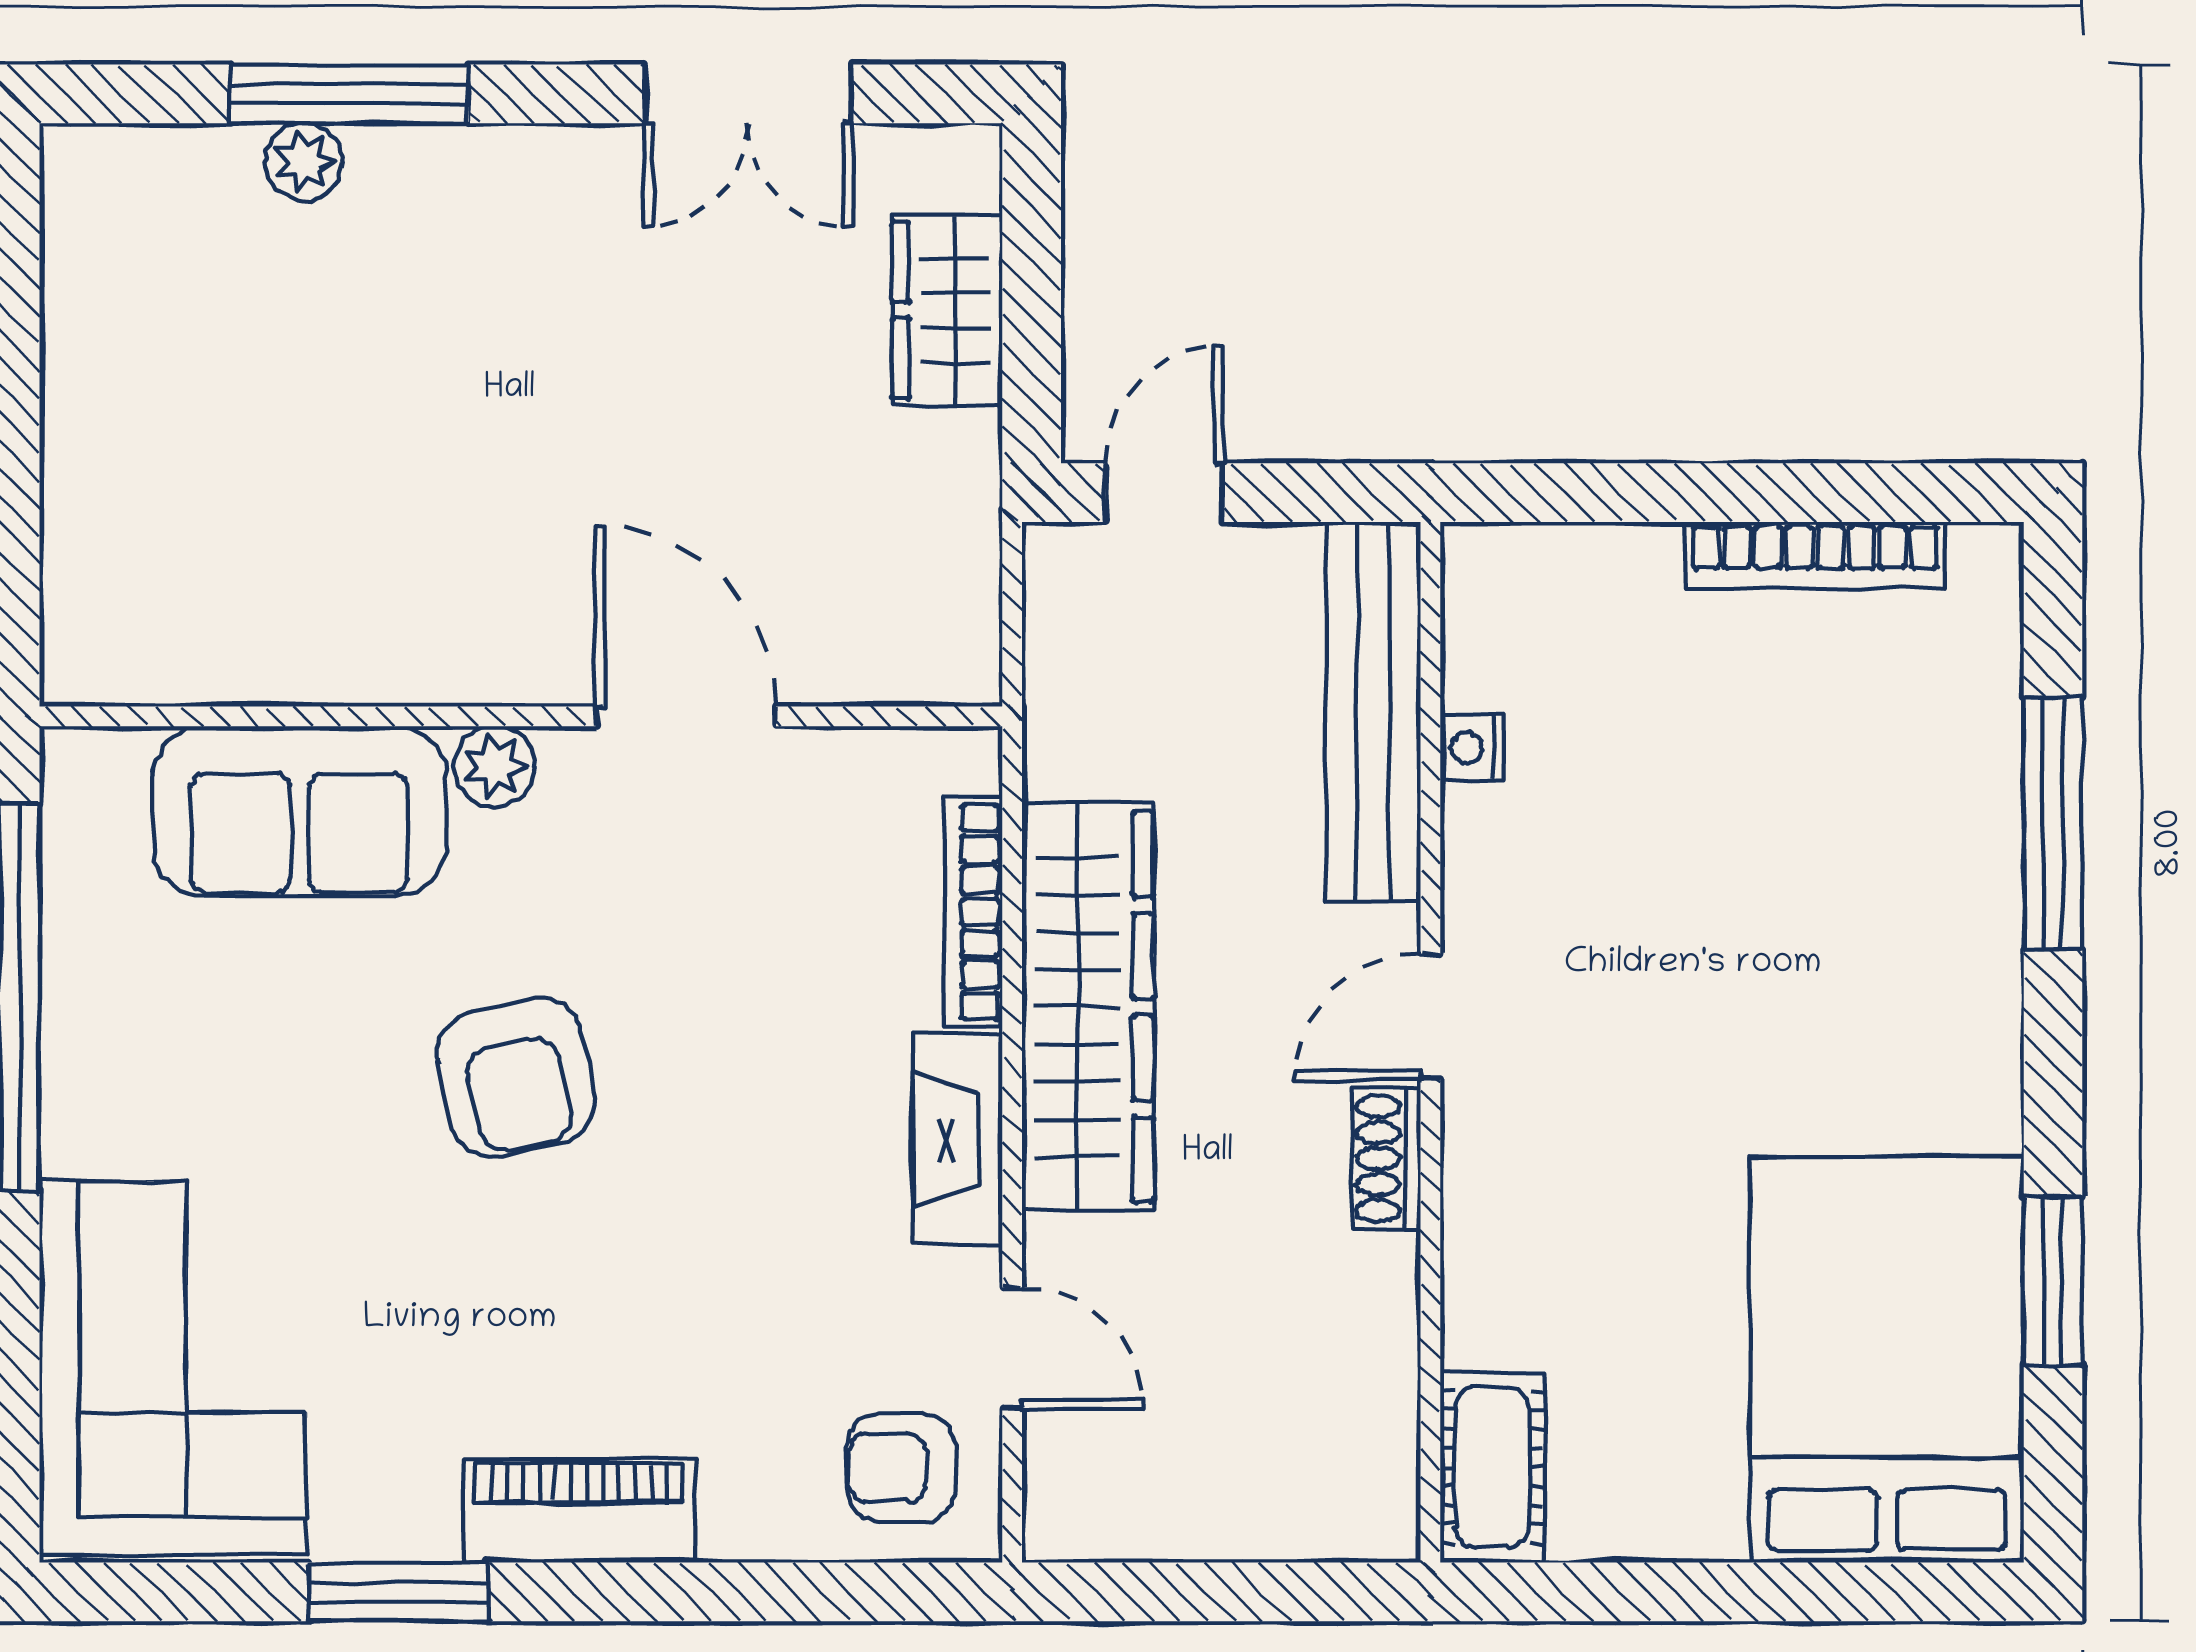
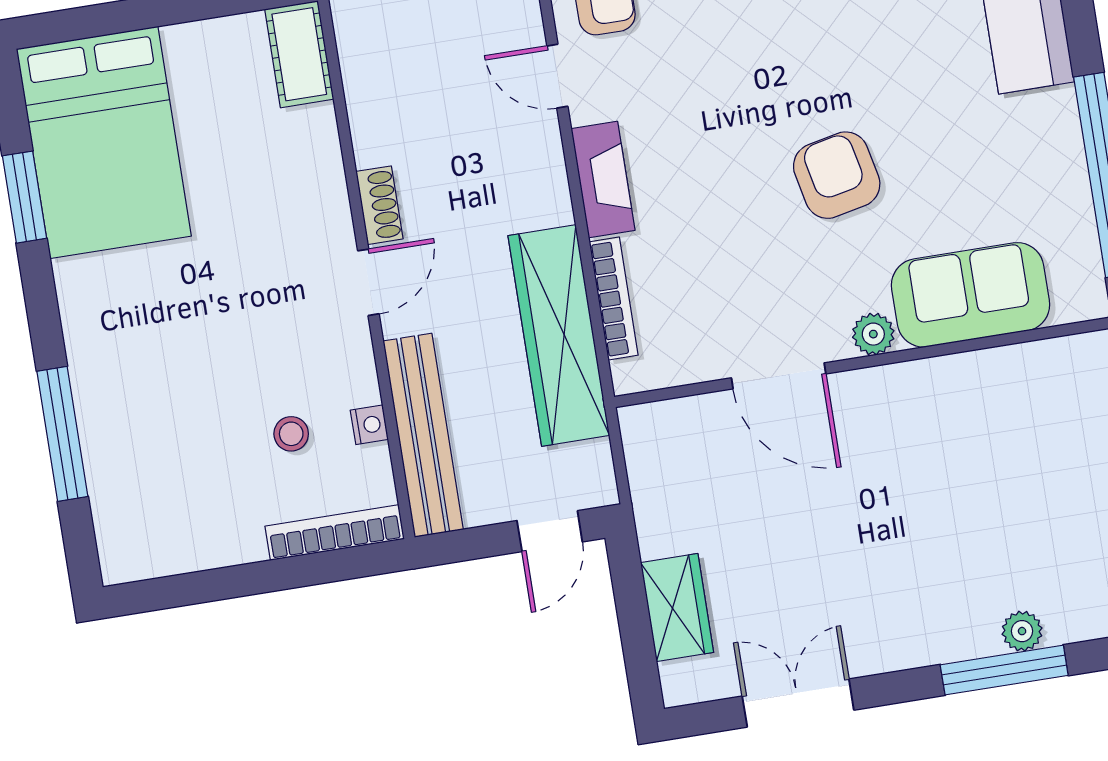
bookcase: (1815, 555) -> (335, 533), moved
stool: (1622, 754) -> (291, 434), added
wardrobe: (1088, 1007) -> (559, 336), moved

